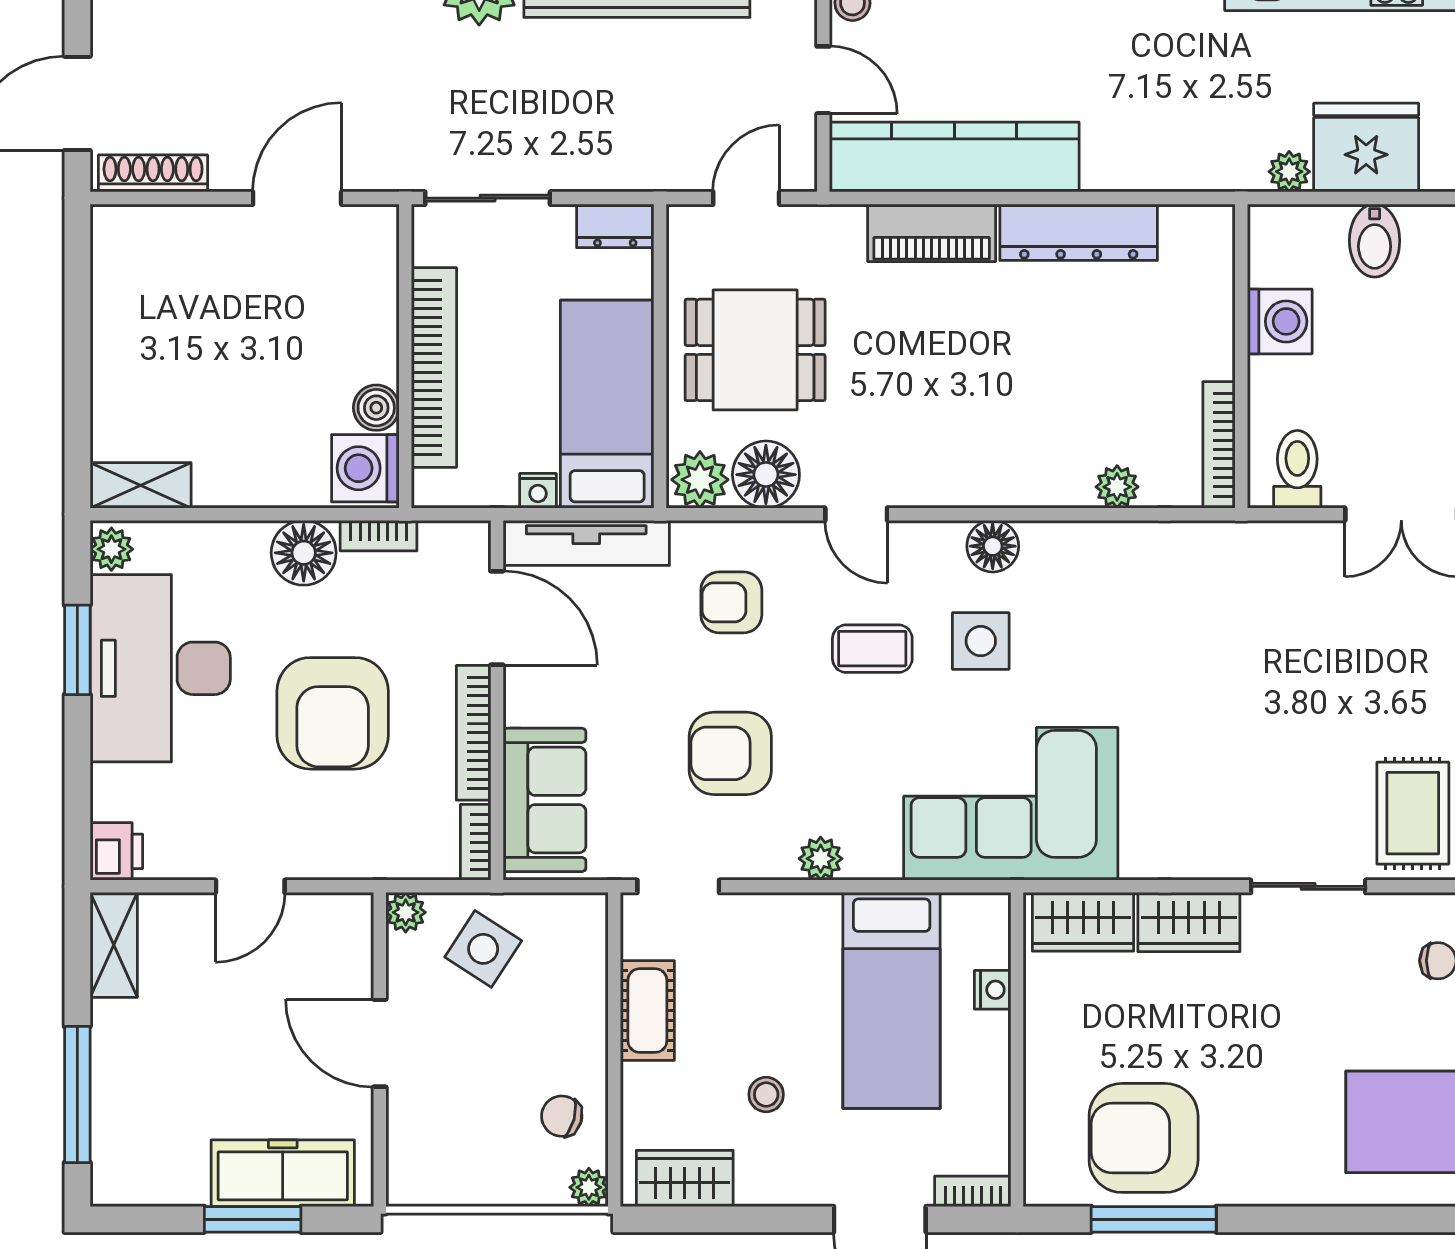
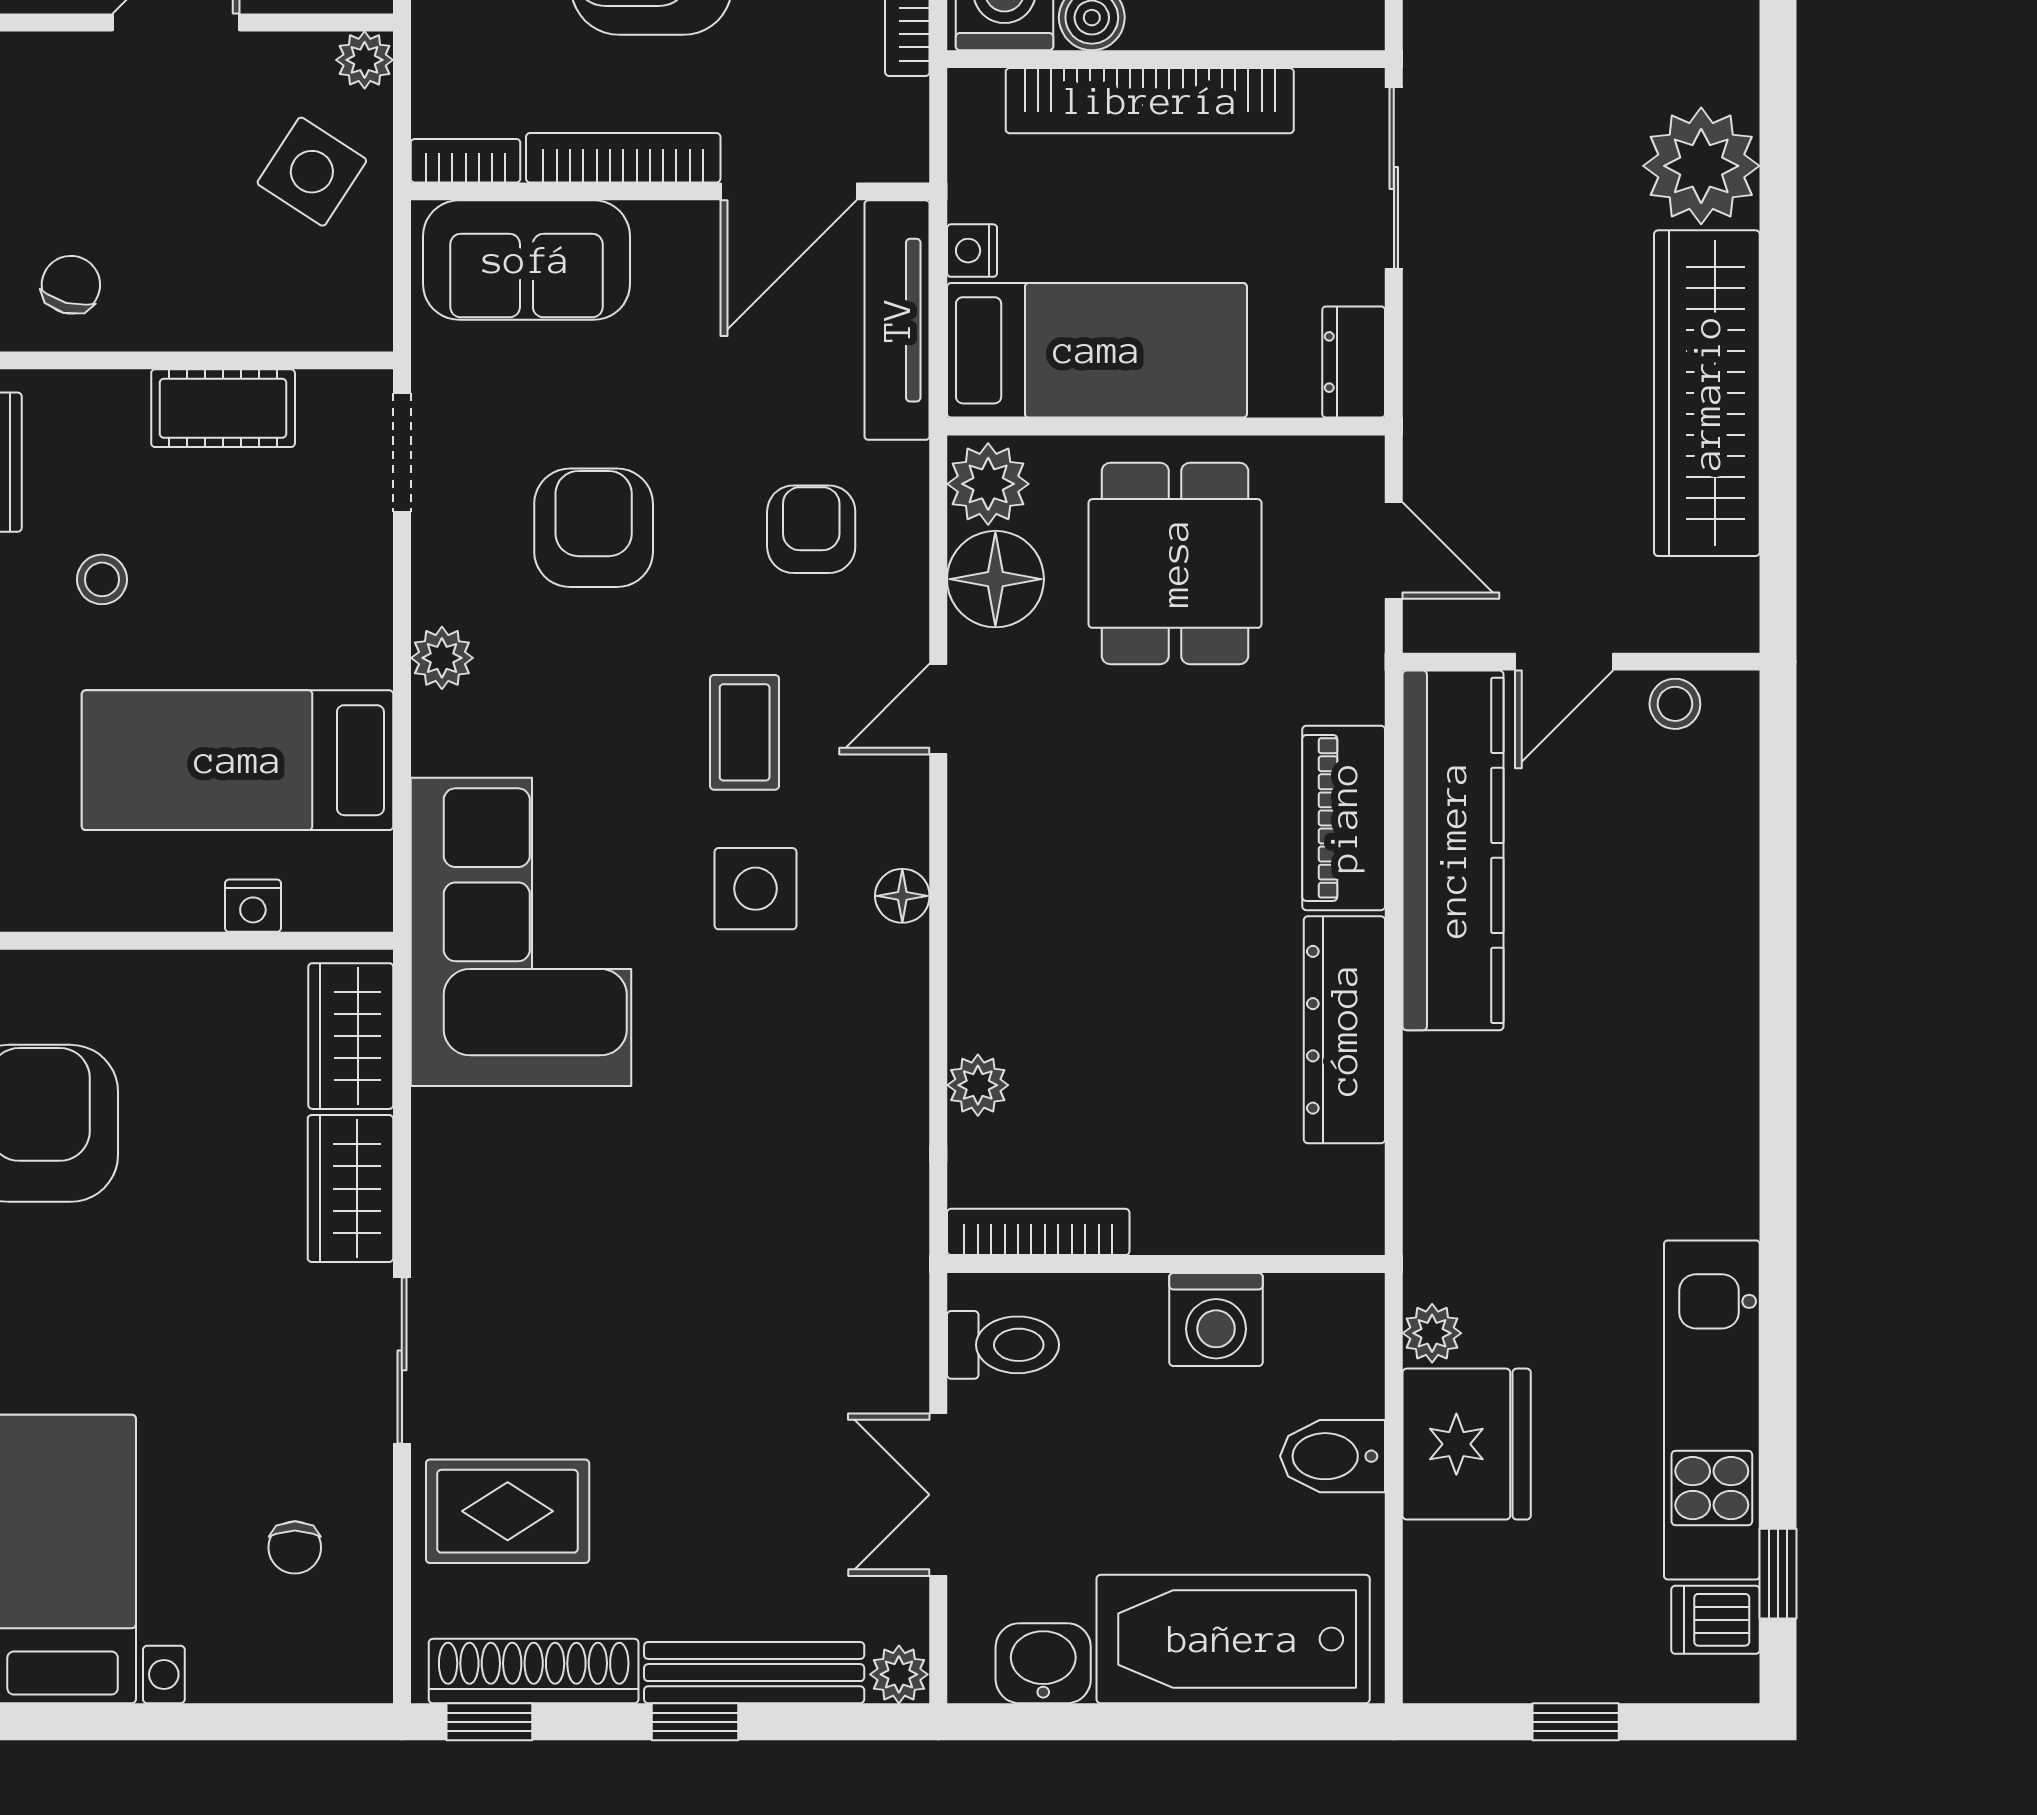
floor lamp: (993, 546) -> (902, 896), width x0.73, depth x0.73

